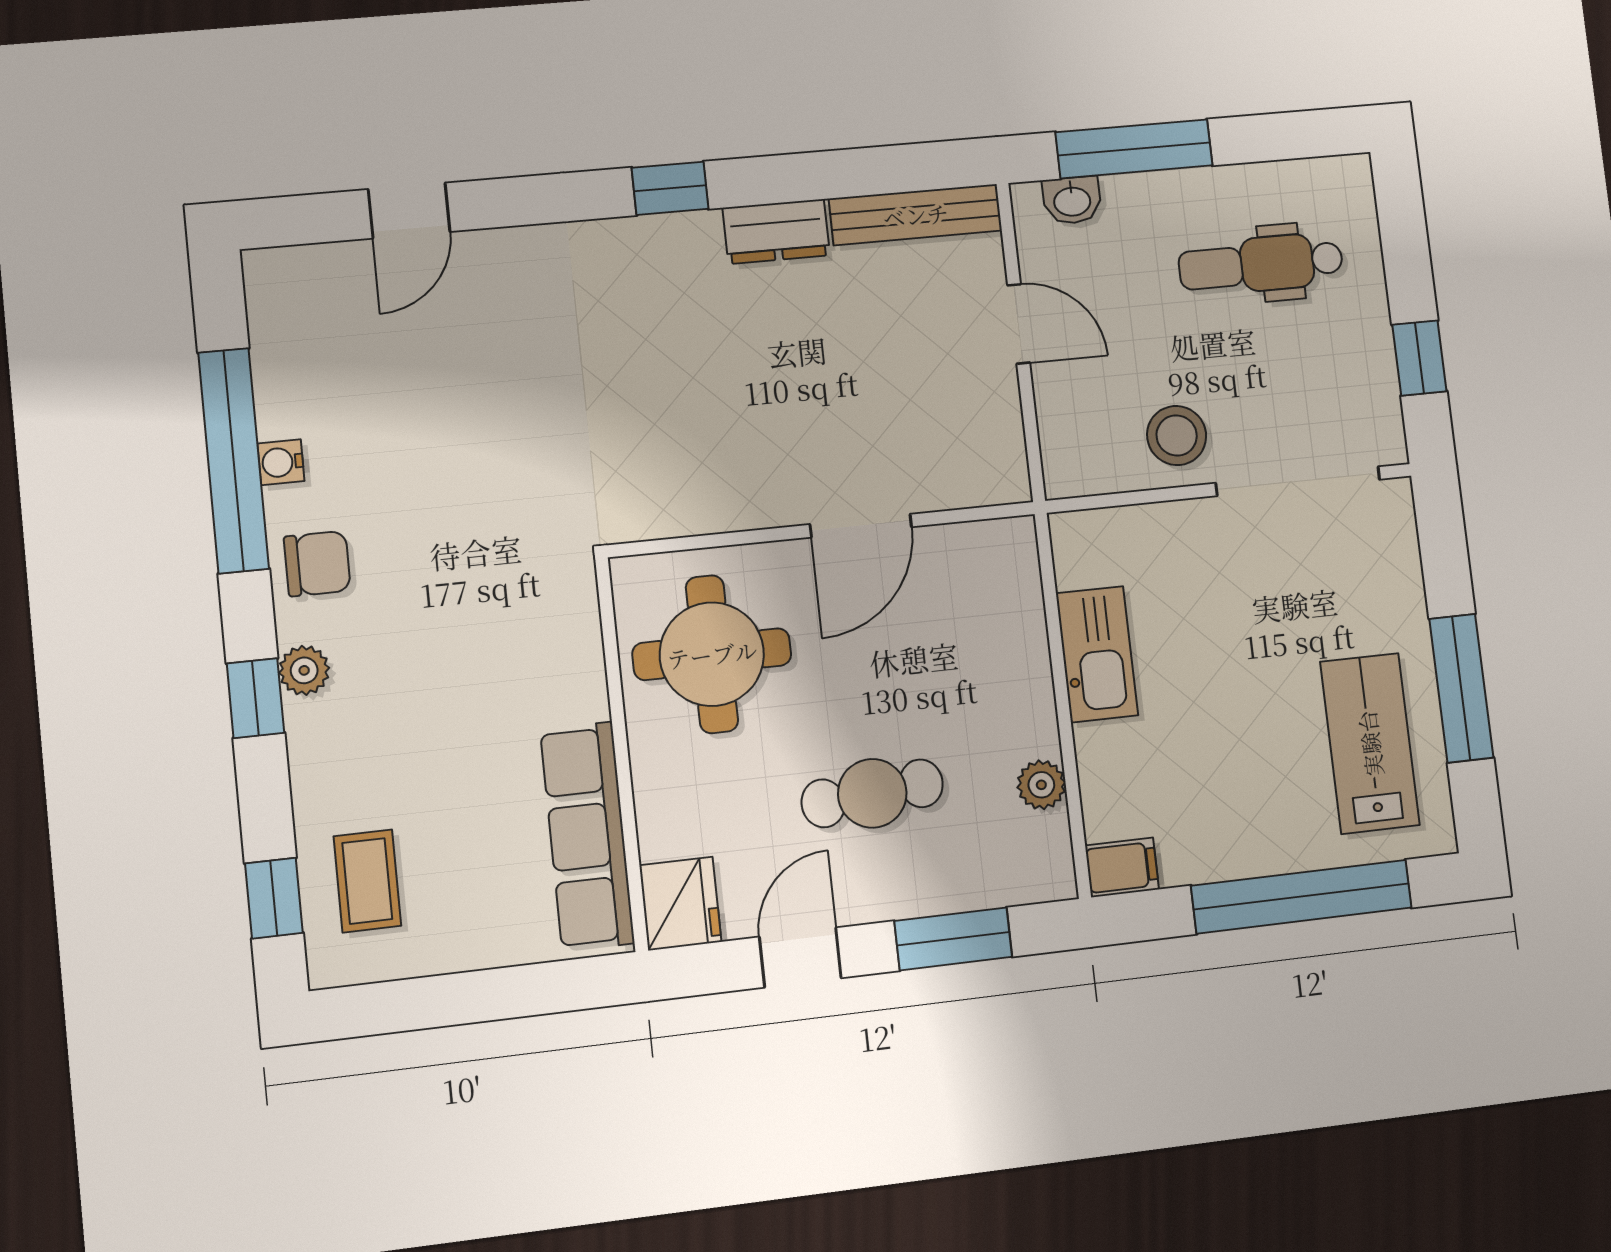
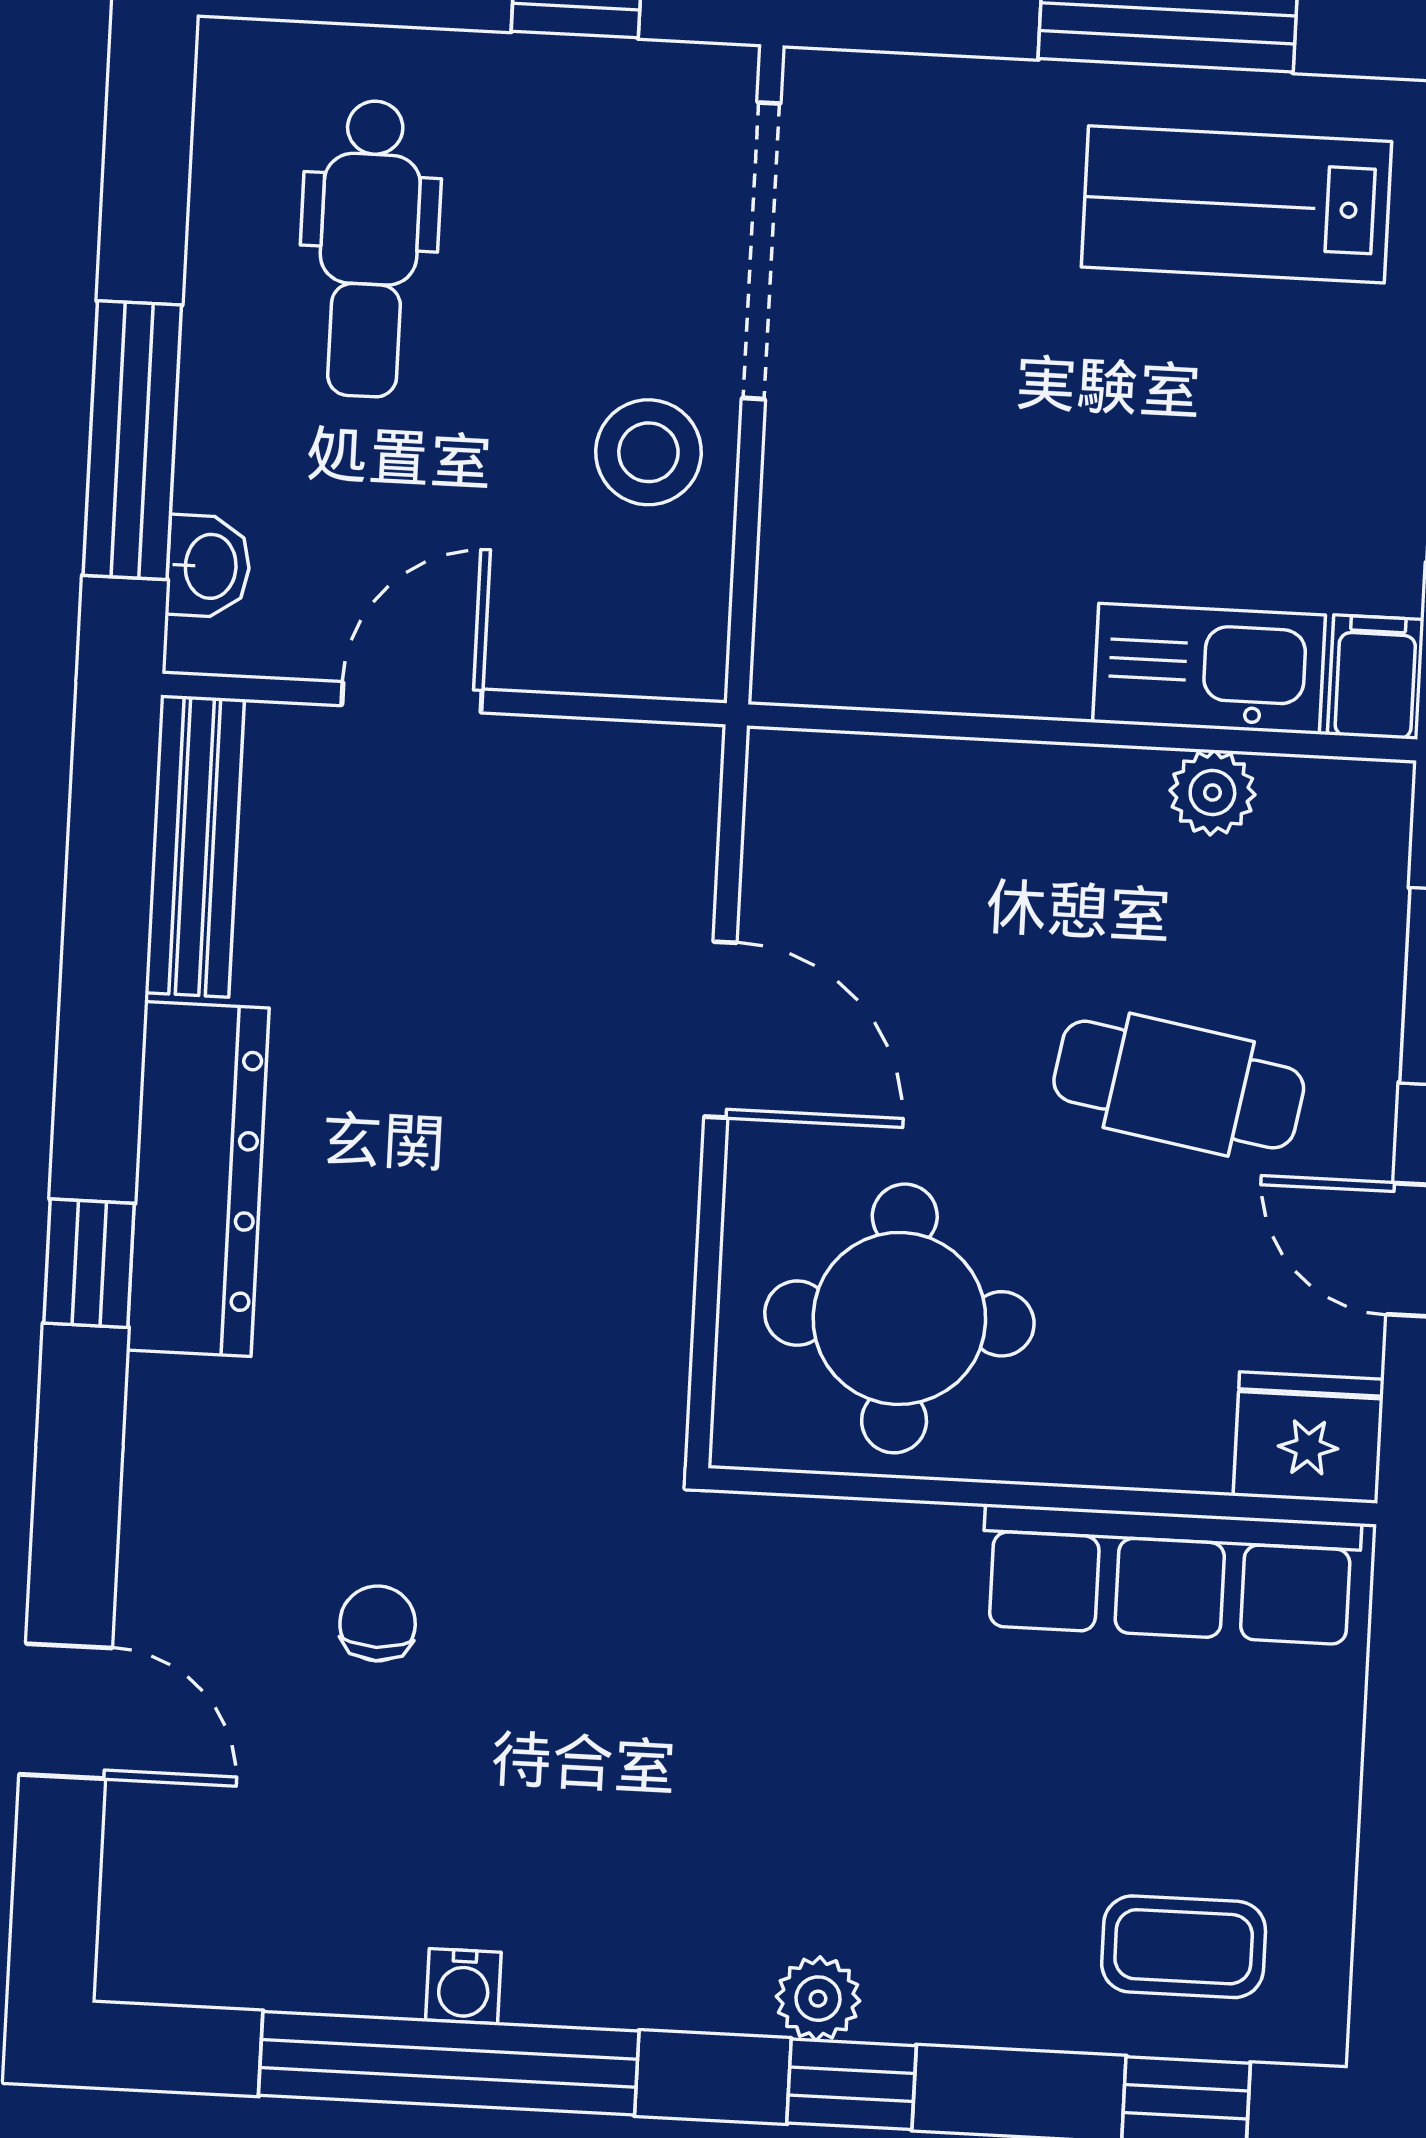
dresser: (776, 232) -> (198, 1179), width x1.96, depth x1.24
chair: (317, 564) -> (378, 1623), moved, width x0.73, depth x0.73
kitchen sink: (1097, 654) -> (1209, 669), moved
cafe table: (872, 793) -> (1179, 1085), turned -75

